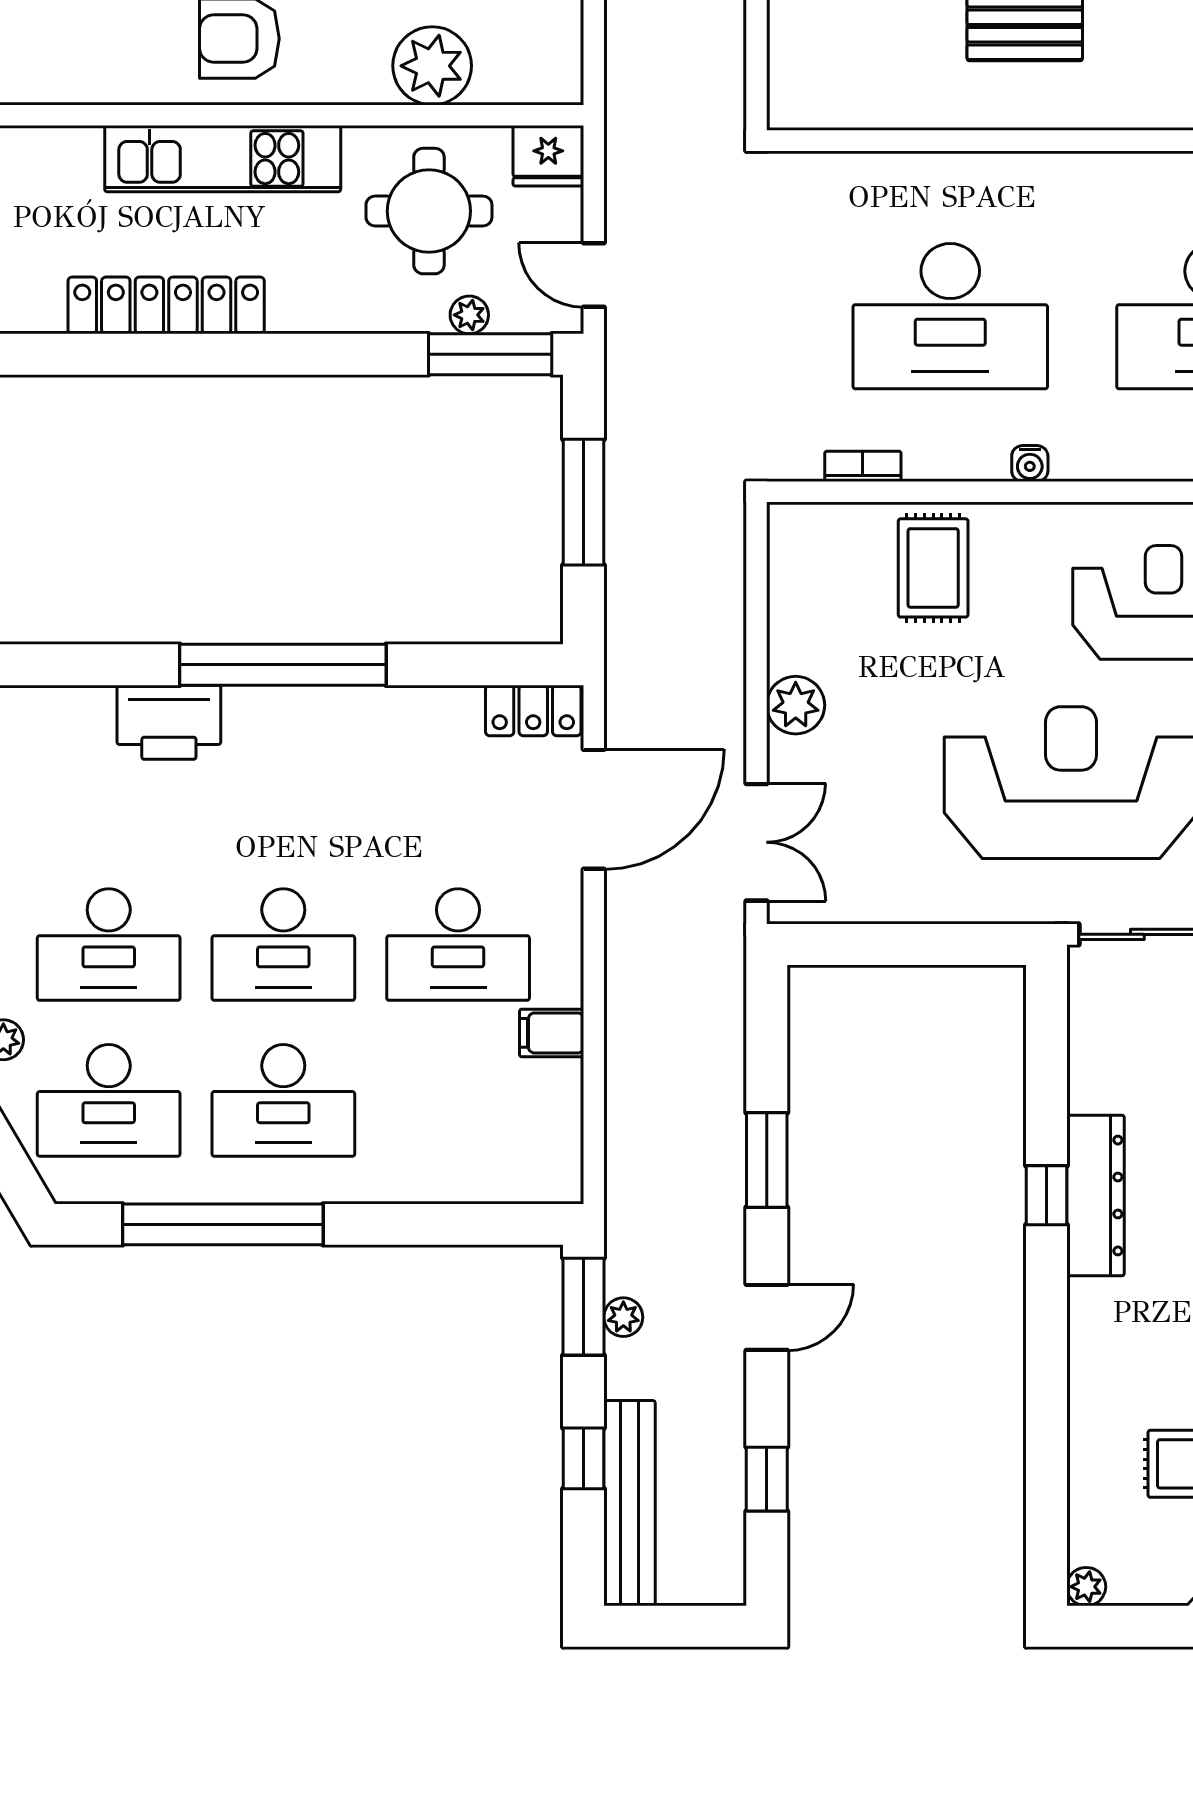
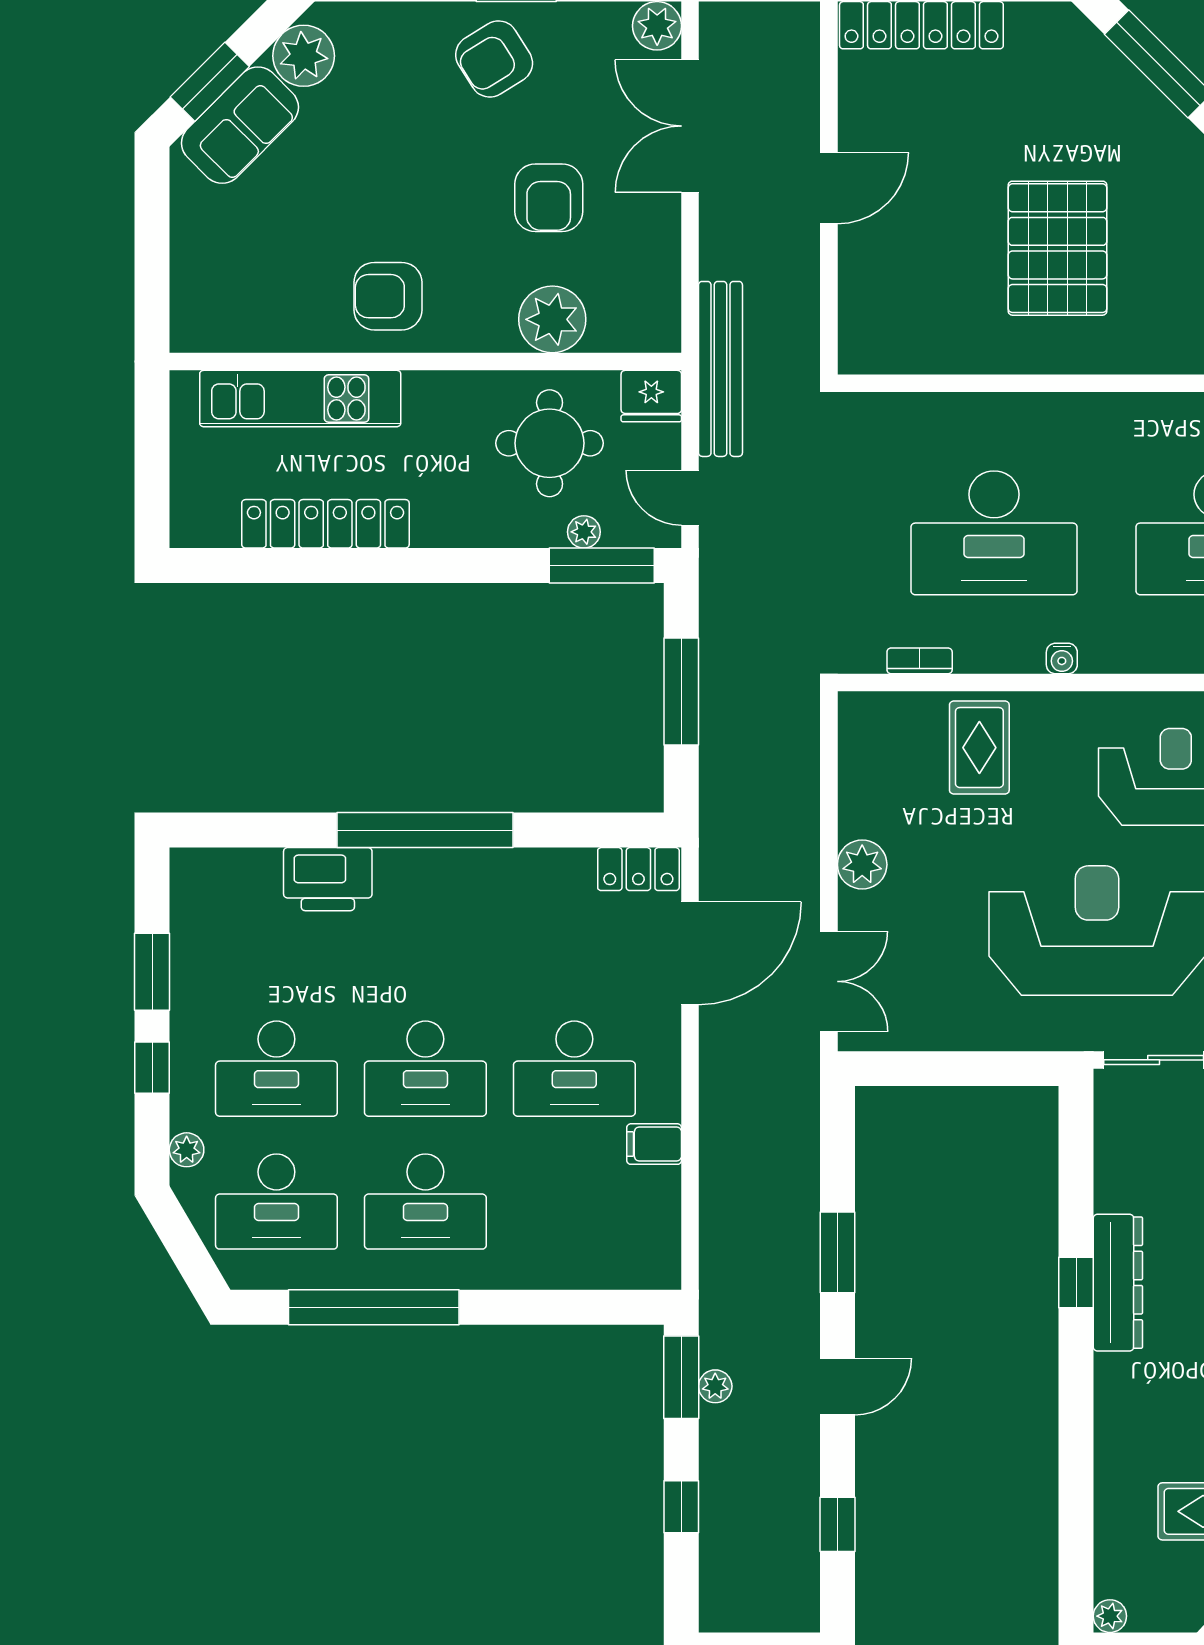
kitchen unit: (223, 159) -> (300, 399), moved
bench: (629, 1503) -> (720, 369), moved

